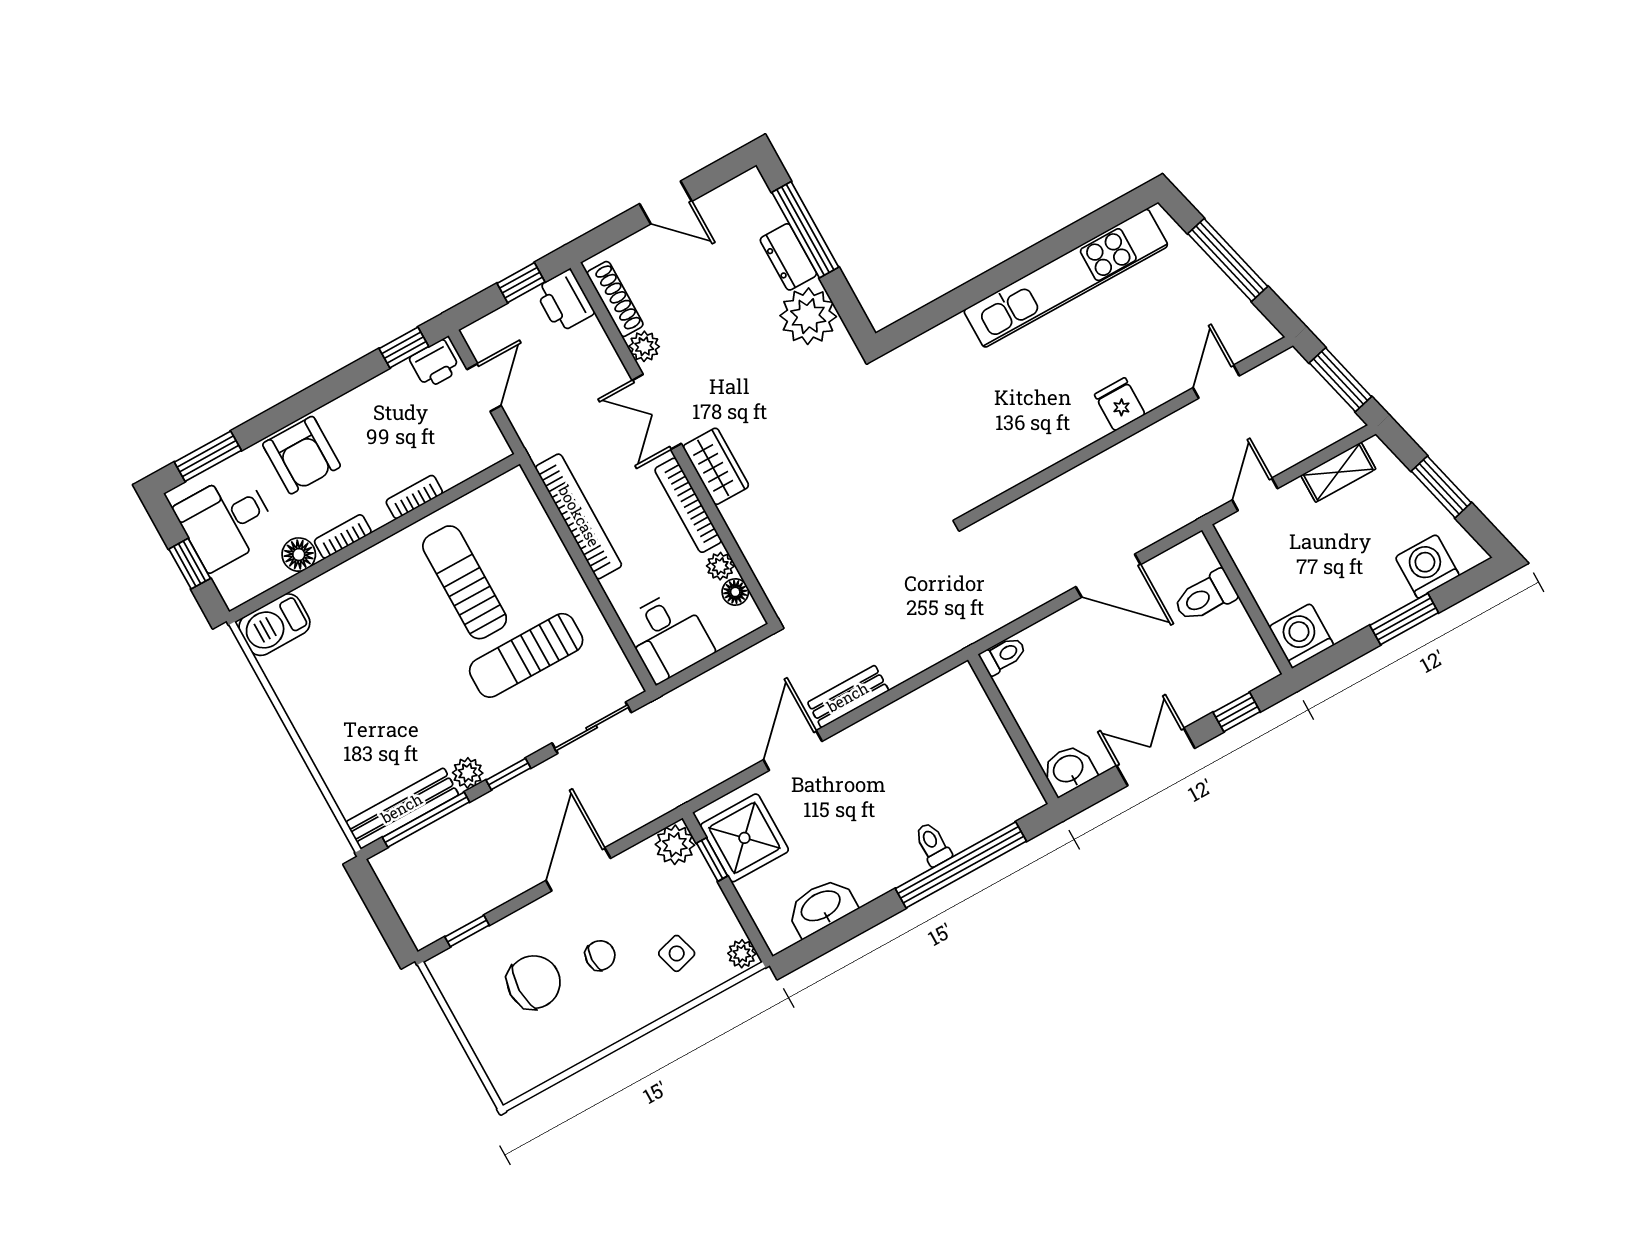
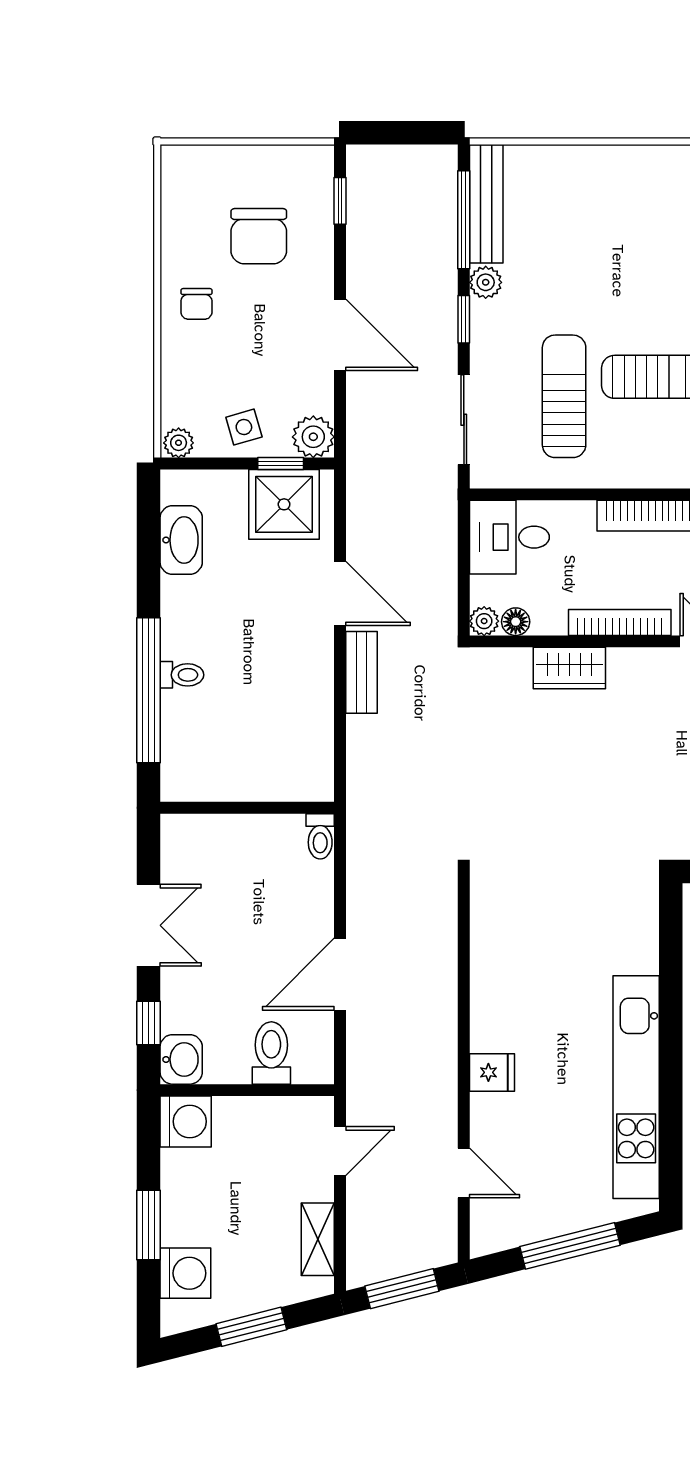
wardrobe: (716, 466) -> (569, 668), moved
door: (1255, 494) -> (340, 1151), hinge flipped
plant: (720, 566) -> (484, 621), moved
washbasin: (1069, 770) -> (181, 1059), moved
side table: (677, 953) -> (244, 427), moved
chair: (600, 955) -> (196, 304), moved

